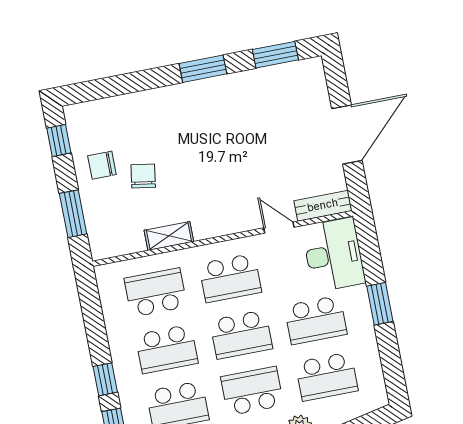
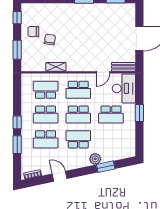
door: (279, 228) -> (103, 72), swing flipped
school desk: (327, 377) -> (111, 139), removed

